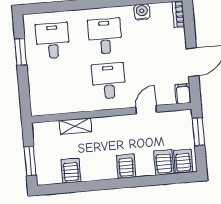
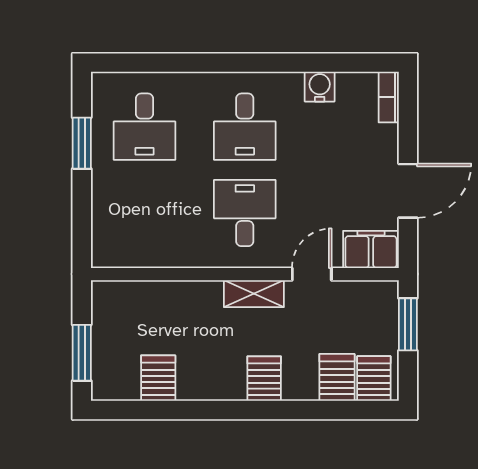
desk: (105, 36) -> (245, 127), turned 180
desk: (53, 41) -> (144, 127), turned 180
filing cabinet: (183, 94) -> (371, 249), width x2.00
shelving: (75, 126) -> (254, 294), moved

